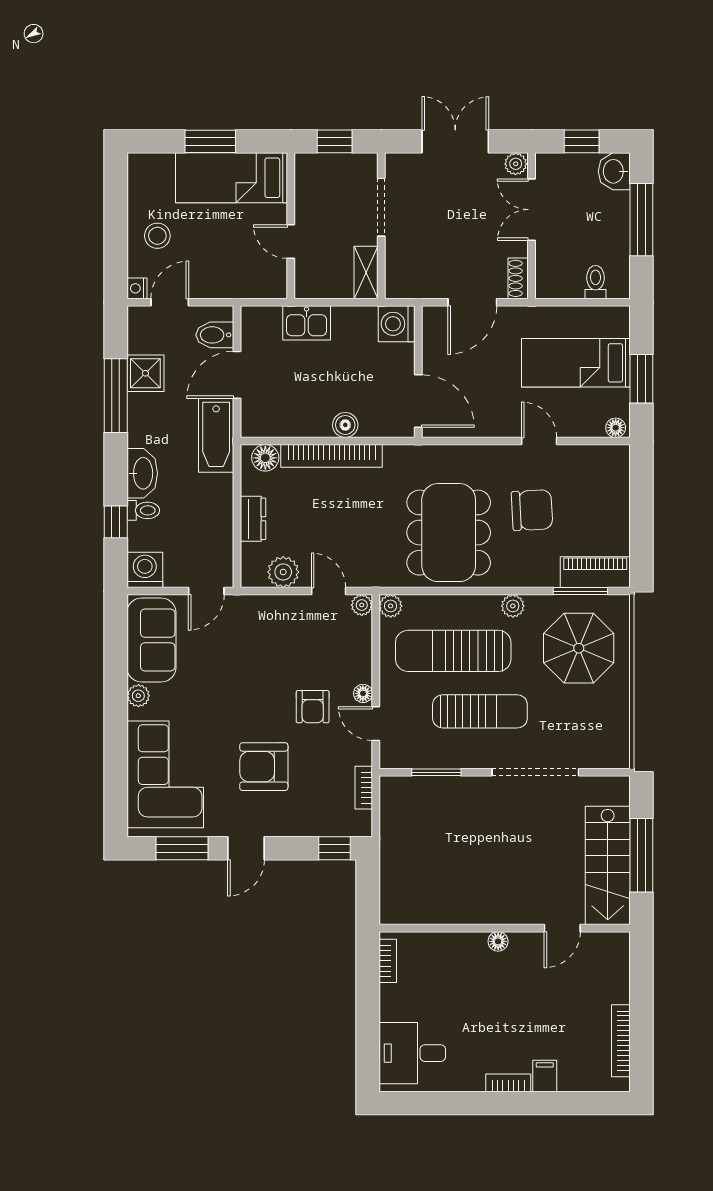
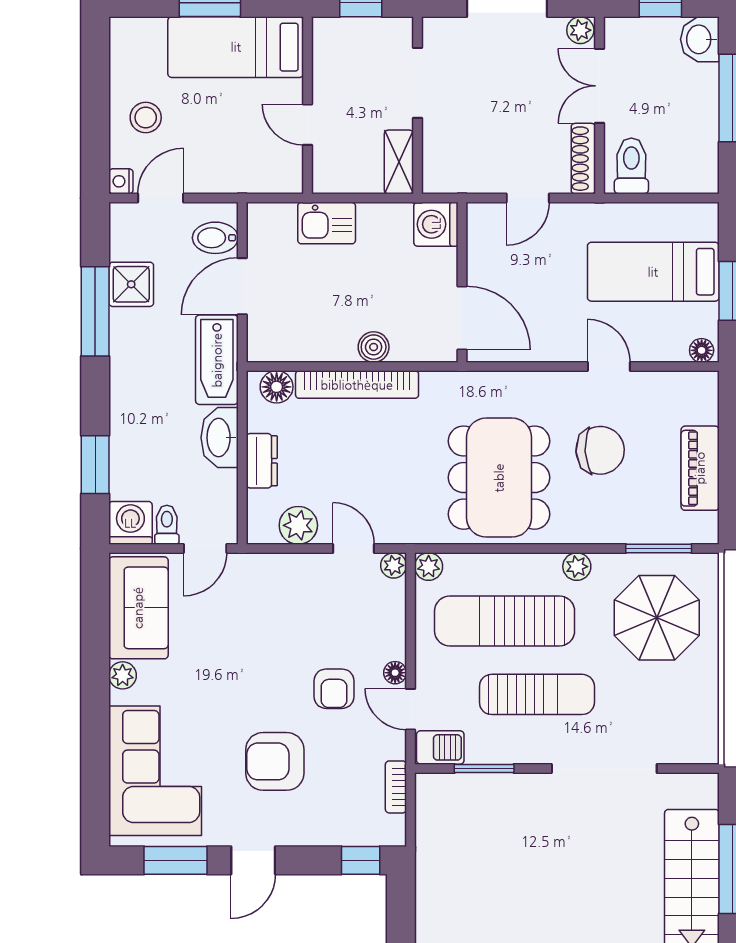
shoe rack: (518, 278) -> (583, 159), width x1.43
toilet: (595, 282) -> (631, 166), moved, width x1.37, depth x1.39
door: (472, 302) -> (528, 198), width x0.73
washbasin: (142, 473) -> (220, 438), moved, turned 180
toilet: (143, 510) -> (167, 525), moved, turned -90
window: (116, 522) -> (95, 465), width x1.50
piano: (595, 572) -> (700, 468), moved, turned -90
barbecue: (400, 755) -> (440, 747), added

